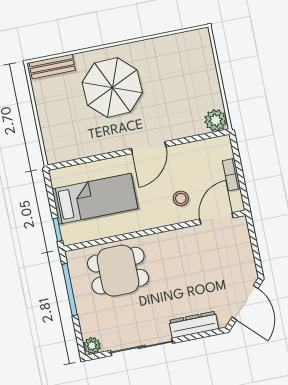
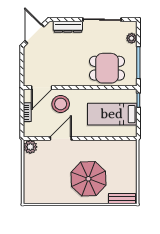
door: (149, 148) -> (61, 138), moved
stool: (181, 198) -> (61, 104), width x1.89, depth x1.89
plant: (92, 346) -> (132, 38), moved

